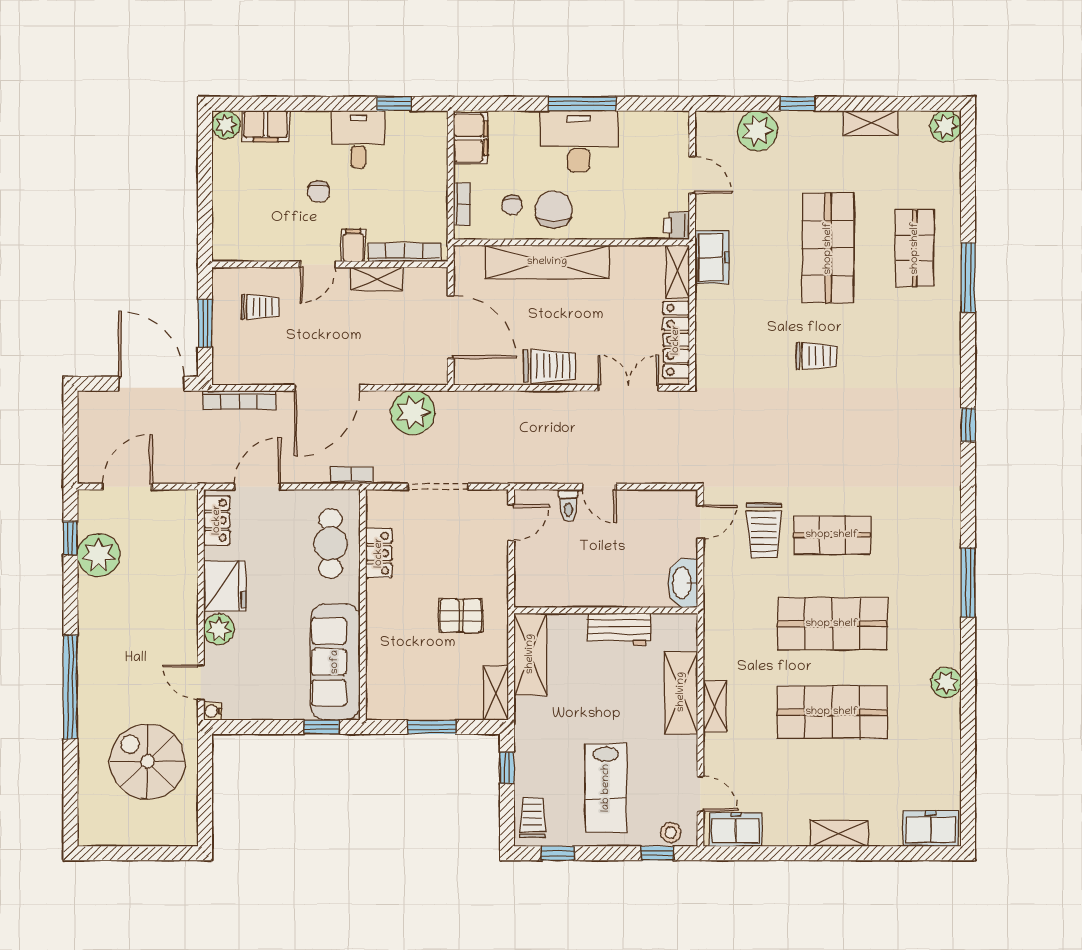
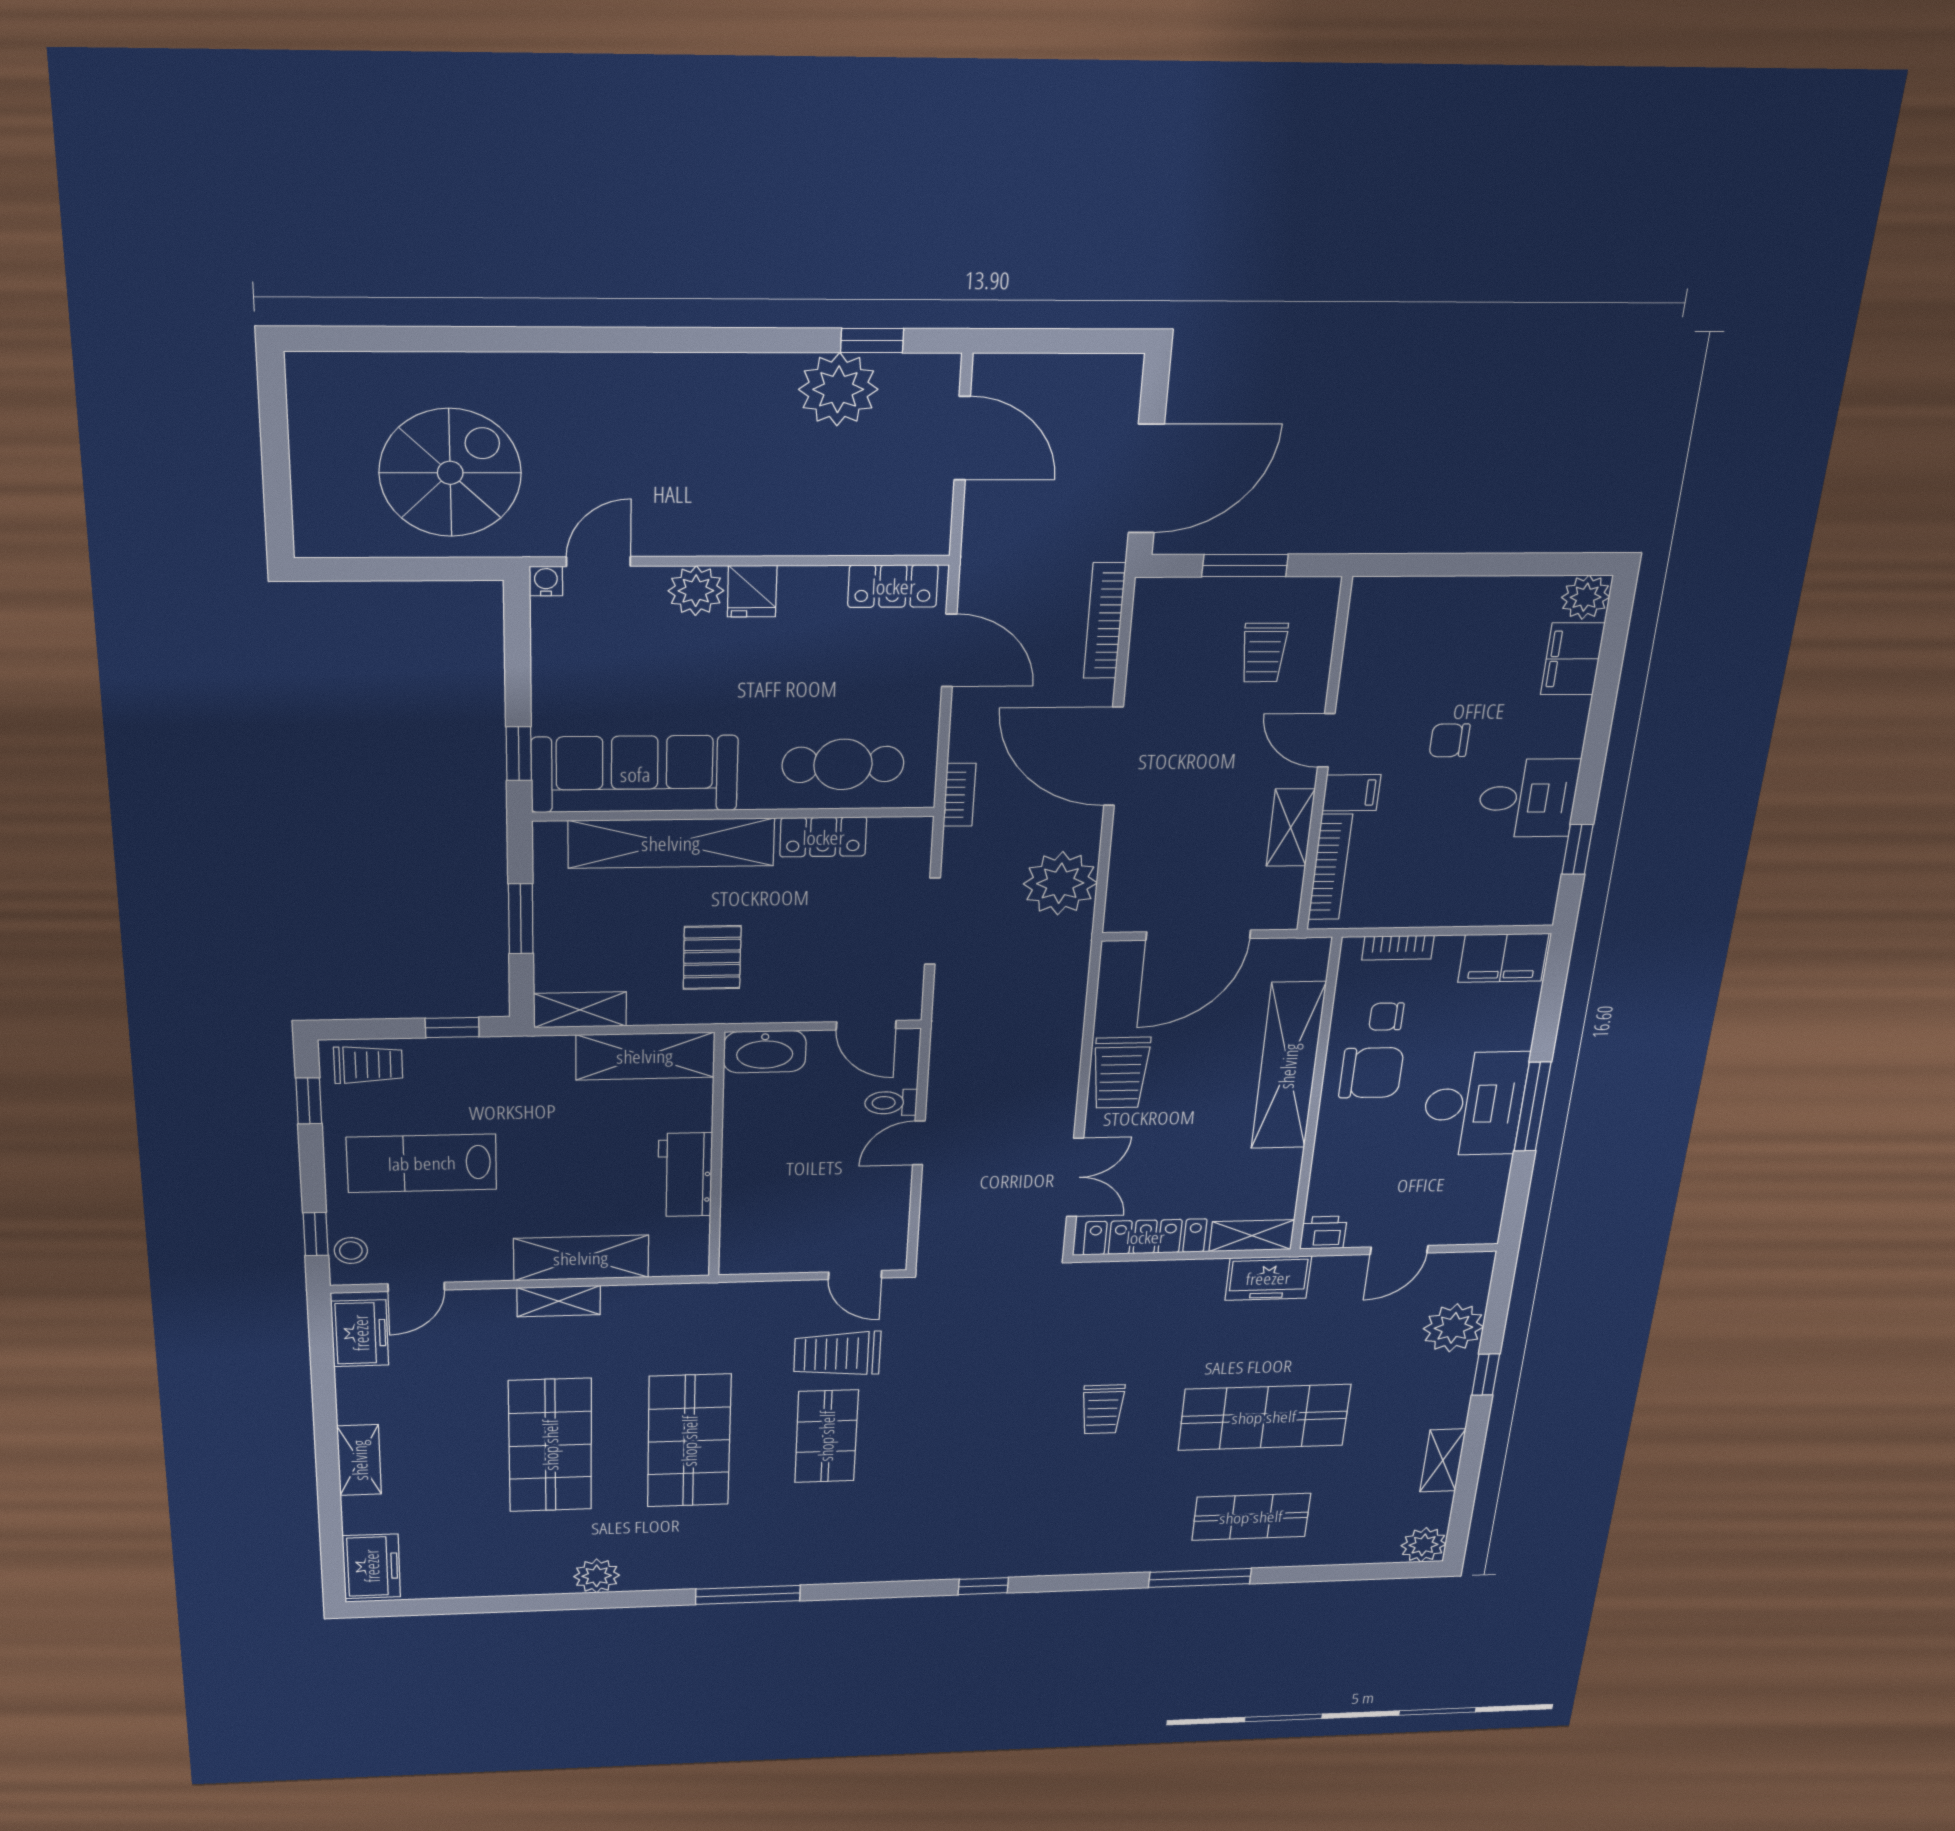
washbasin: (683, 583) -> (765, 1052), moved, turned 180
fridge: (225, 586) -> (752, 591), width x0.53, depth x0.75
shelving: (382, 641) -> (671, 843), added
window: (70, 687) -> (590, 340), removed

